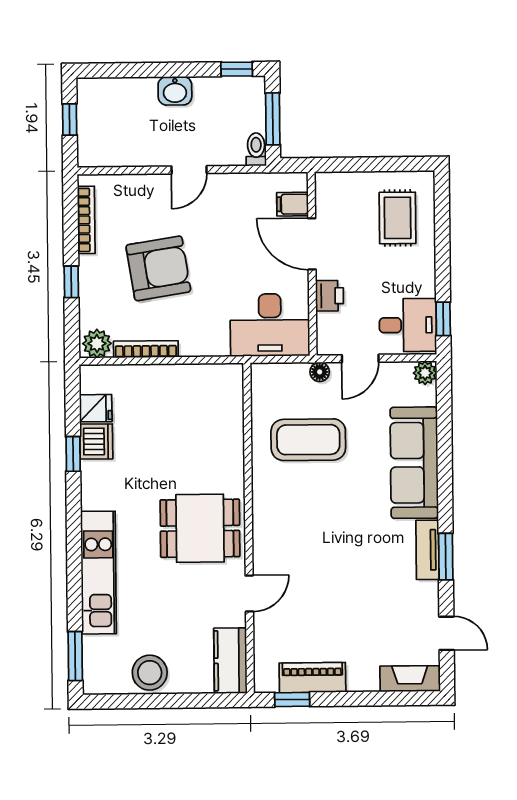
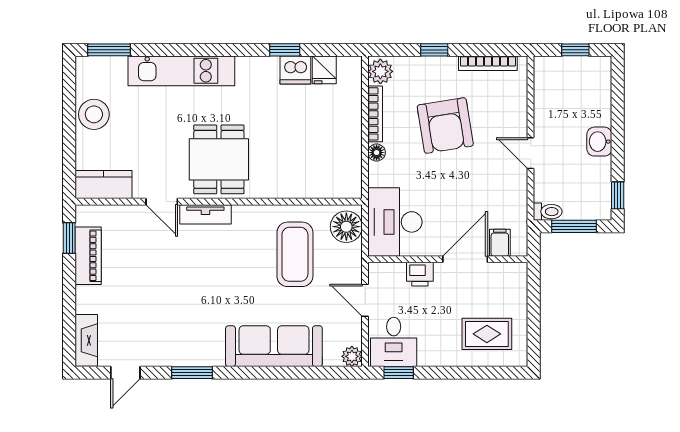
floor lamp: (190, 347) -> (377, 153), added
floor lamp: (320, 372) -> (346, 227), moved, width x1.89, depth x1.89
tv unit: (427, 550) -> (205, 214), moved, turned 180

